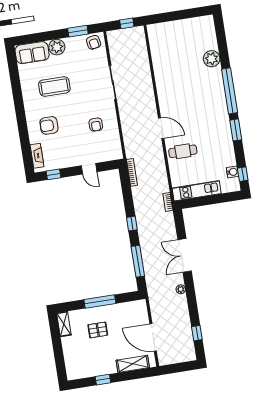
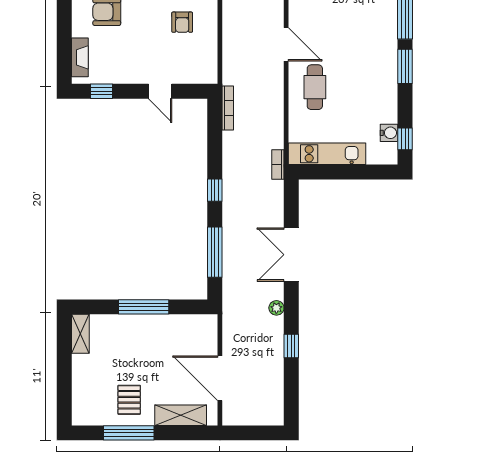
cafe table: (183, 151) -> (315, 87), turned 90
pallet: (98, 330) -> (129, 400), moved, turned 90
window: (197, 333) -> (291, 346), moved
window: (103, 380) -> (129, 433), width x2.17

